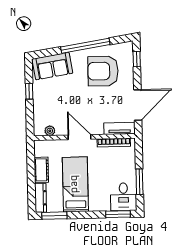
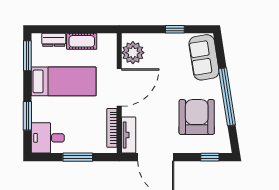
plant: (50, 131) -> (133, 53), width x1.88, depth x1.88
door: (79, 137) -> (119, 87), width x1.36
window: (139, 182) -> (78, 157), moved
dresser: (41, 198) -> (54, 40), width x0.70
window: (118, 214) -> (27, 116), moved

